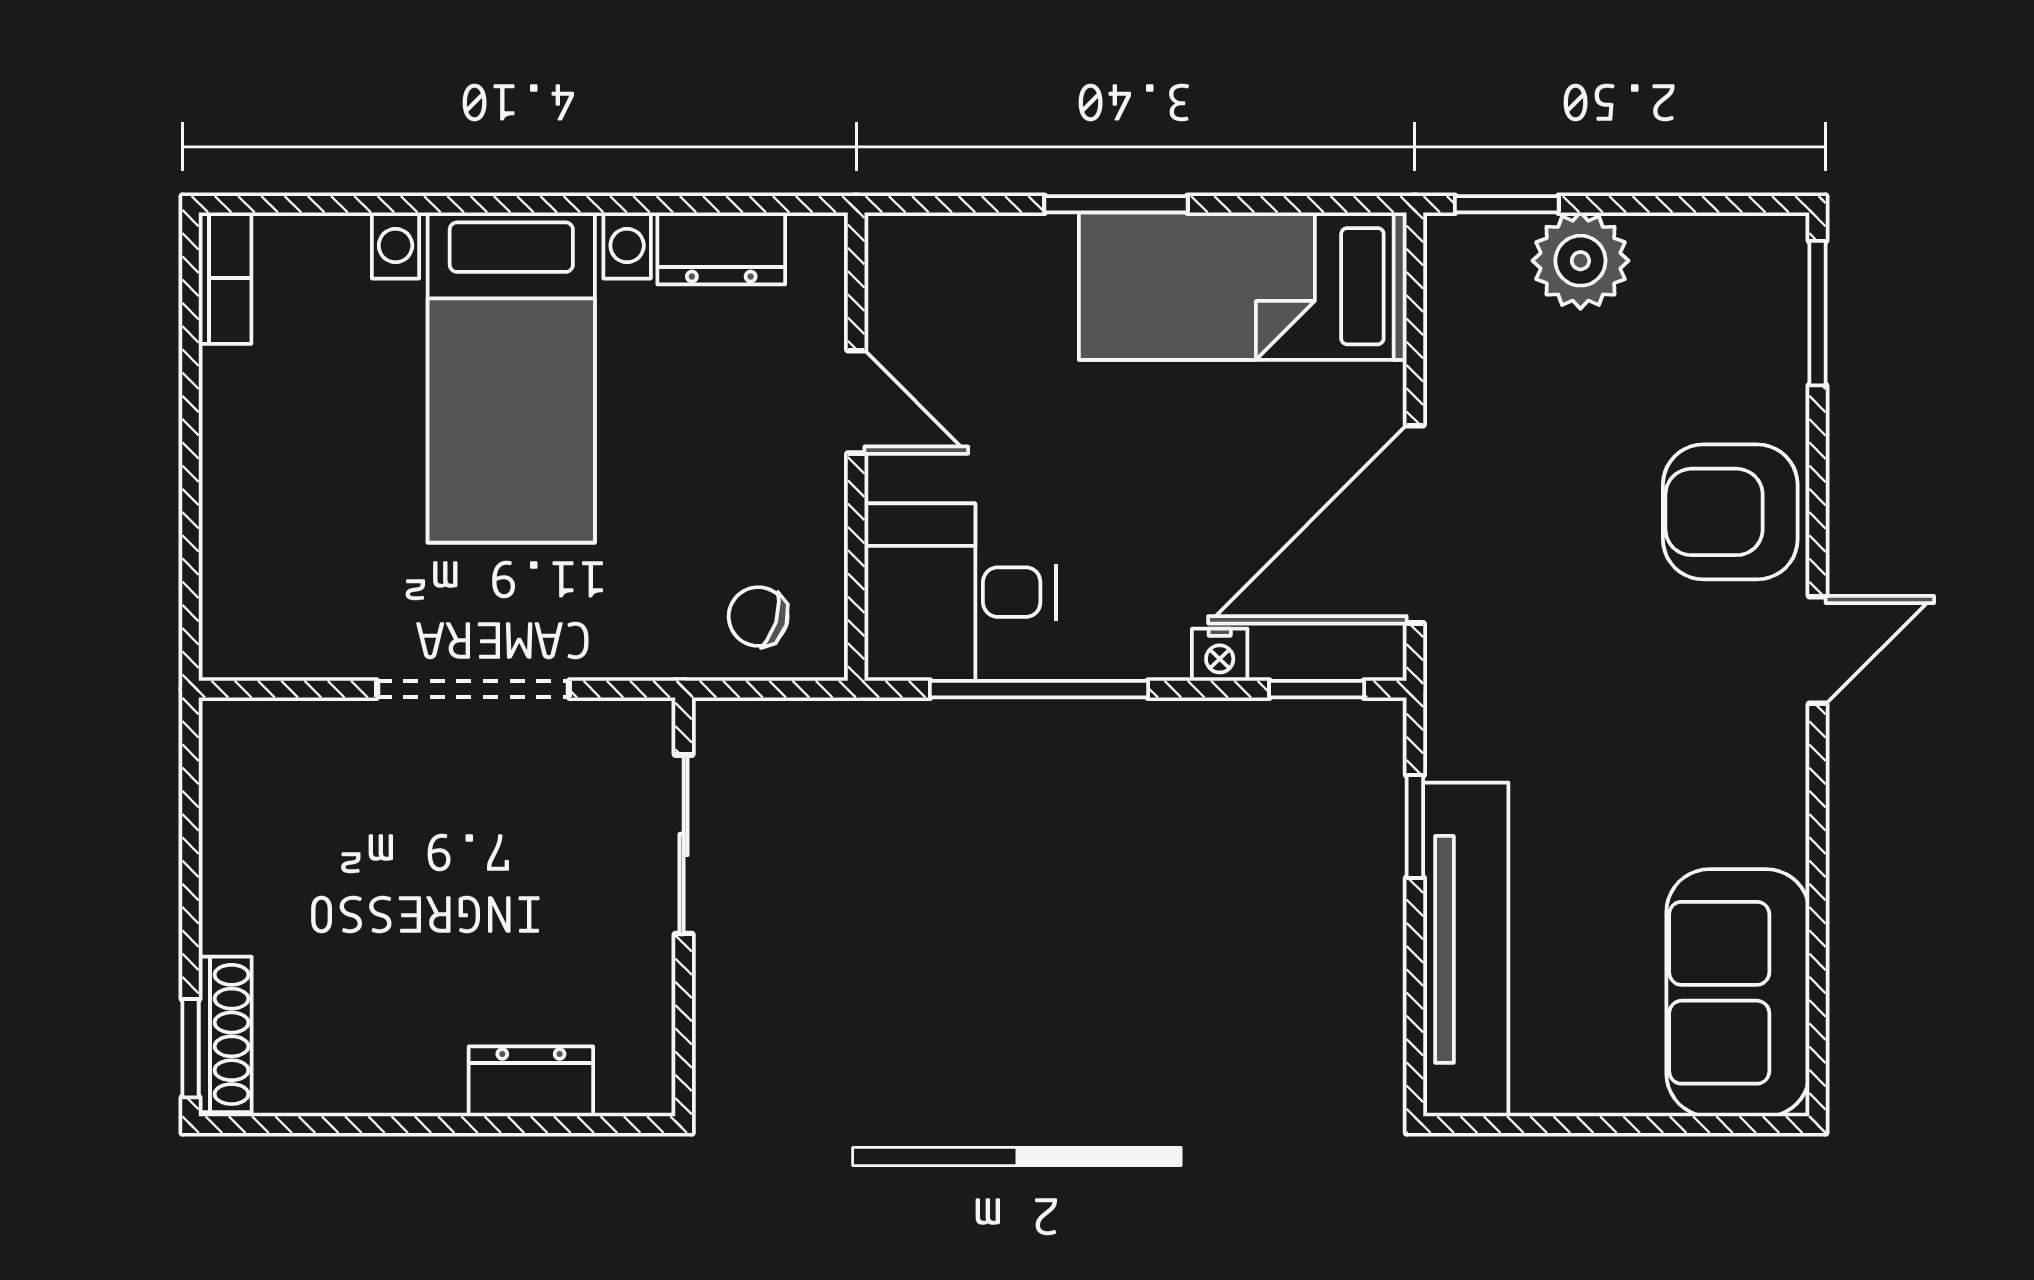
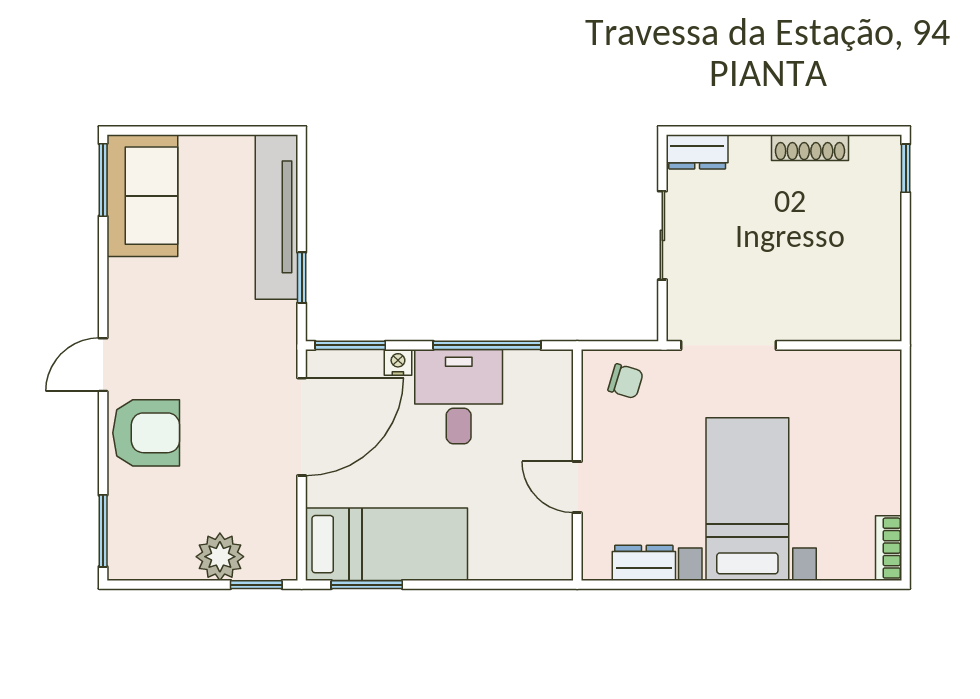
window: (1116, 204) -> (367, 585), moved
desk: (960, 592) -> (459, 397), moved, turned -90
doorway: (473, 689) -> (728, 345), moved
window: (1317, 689) -> (350, 345), width x1.50
sliding door: (684, 844) -> (662, 235), moved
window: (1817, 1025) -> (103, 180), added
shoe rack: (225, 1034) -> (810, 148), moved, turned -90
dresser: (531, 1081) -> (697, 152), moved

